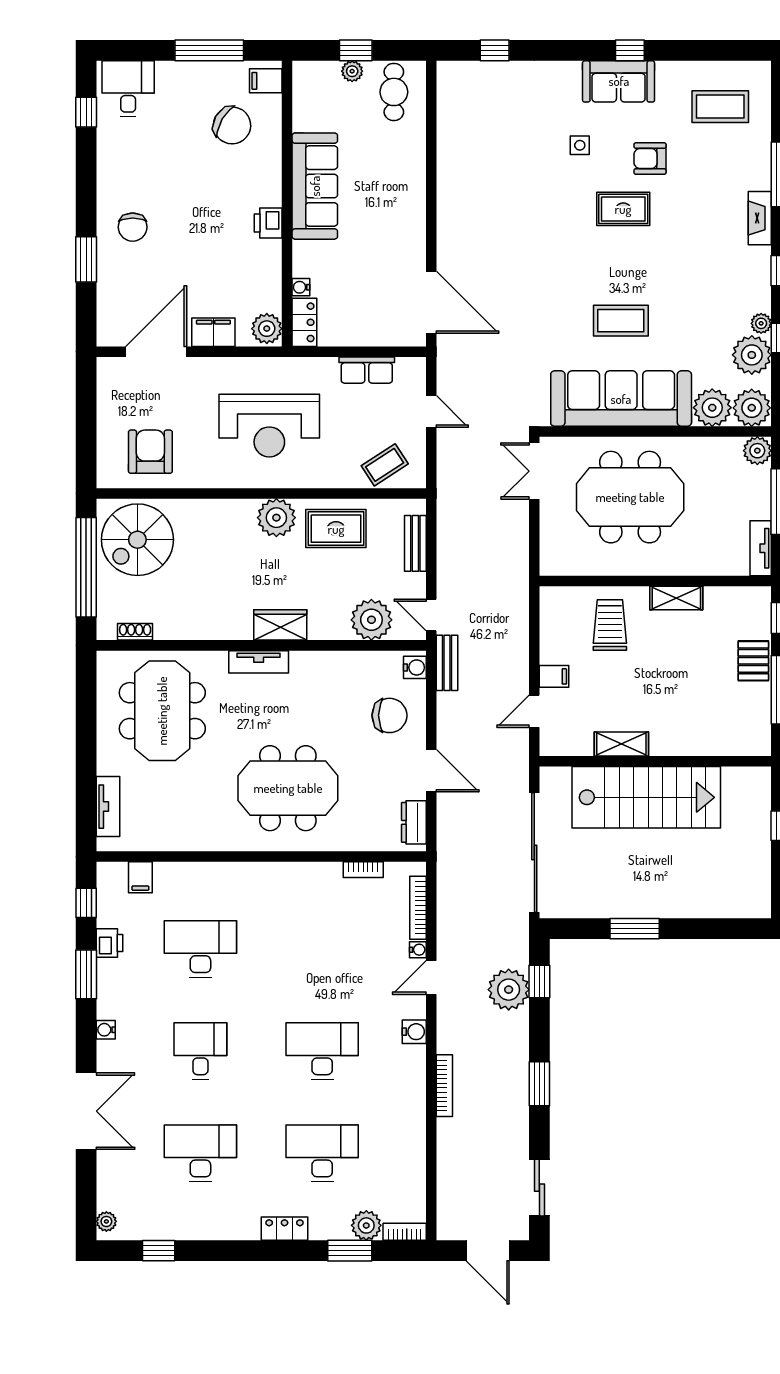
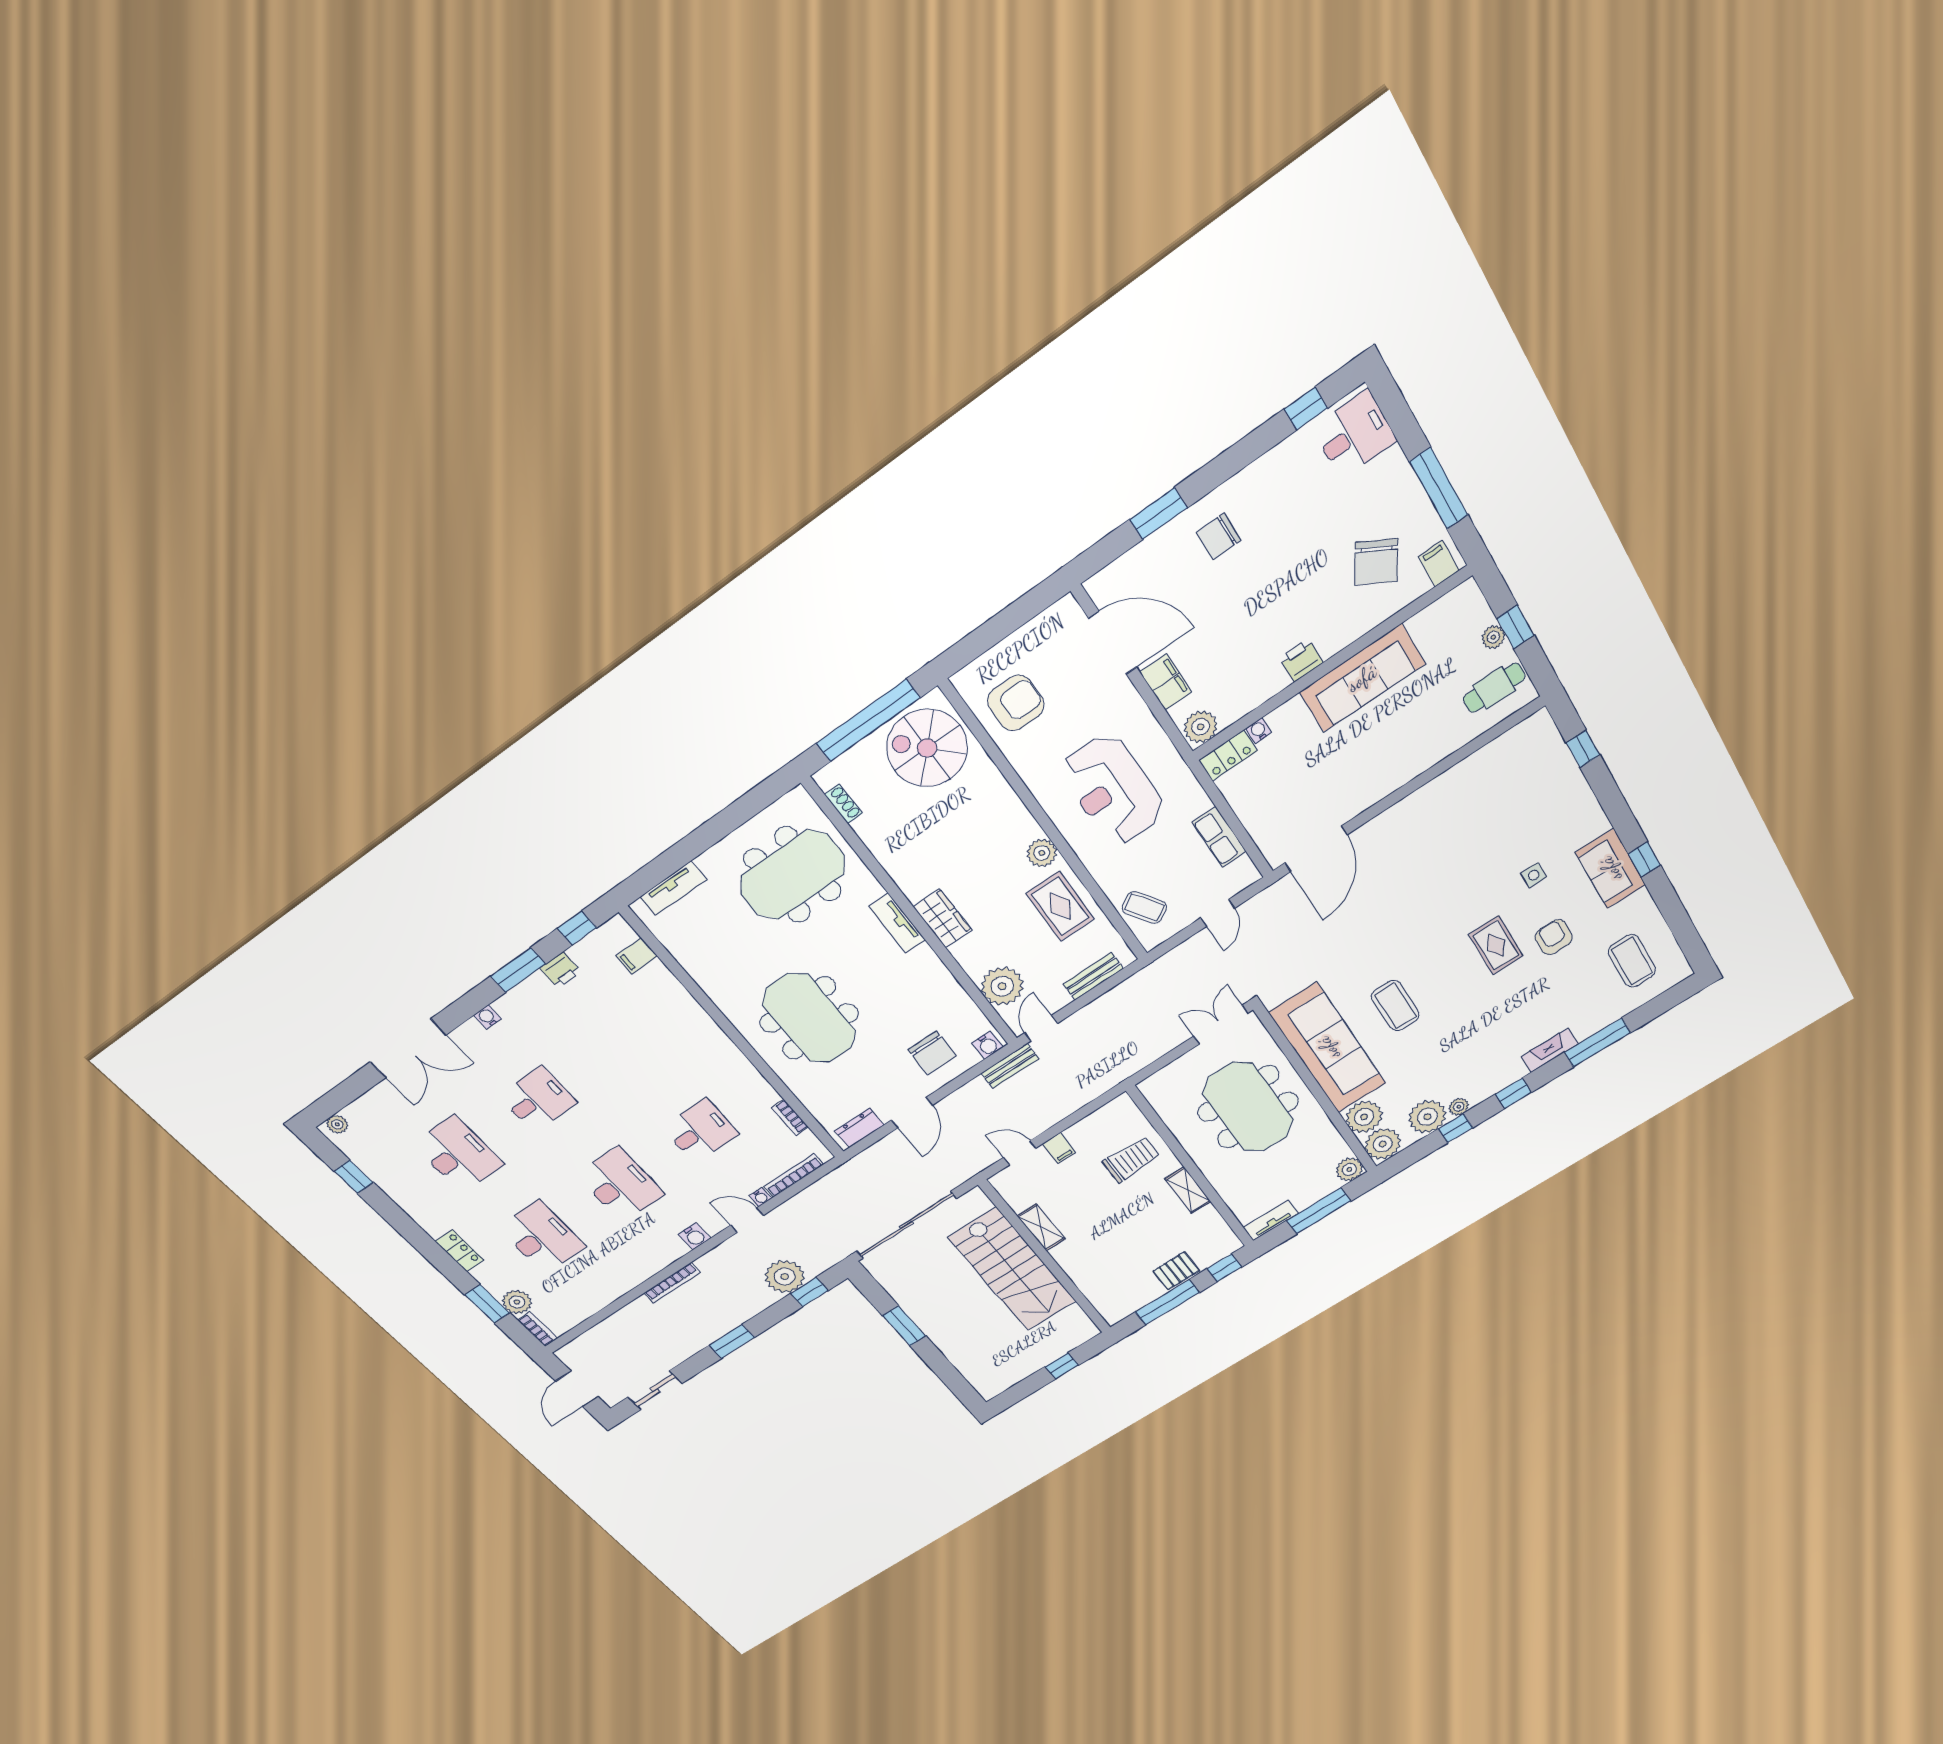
plant: (276, 518) -> (1042, 853), width x0.73, depth x0.73
desk: (200, 949) -> (701, 1131), moved, width x0.73

